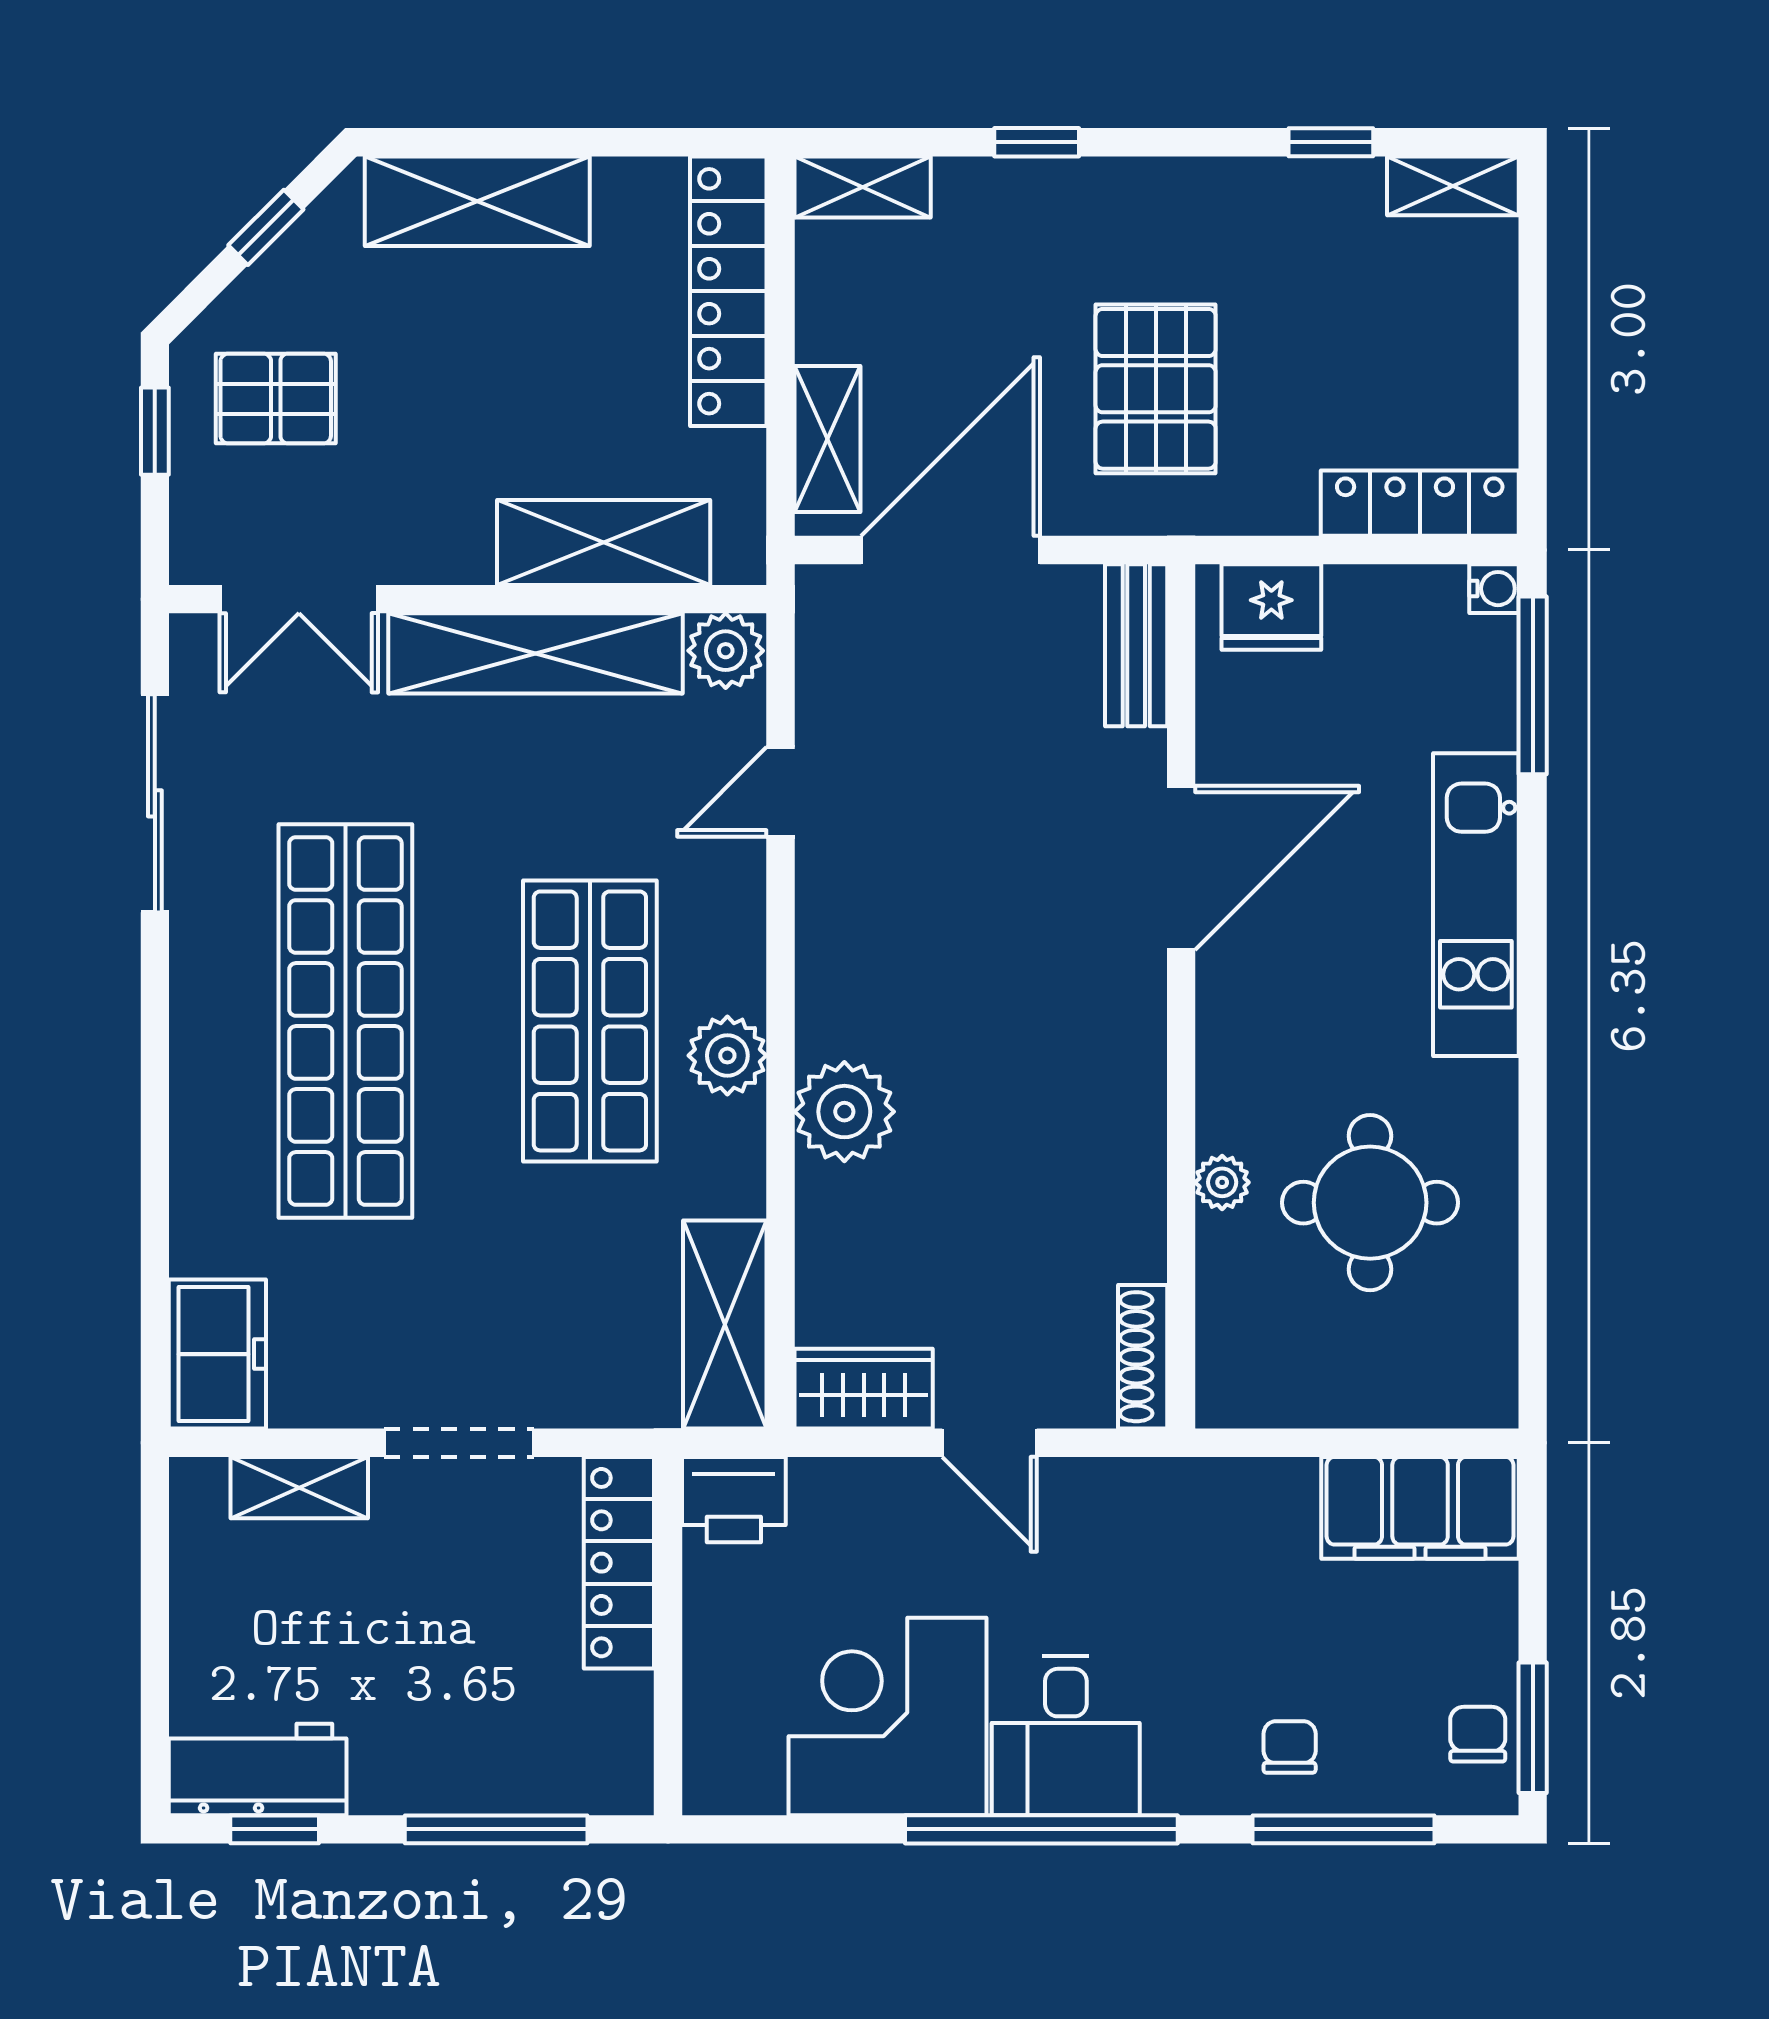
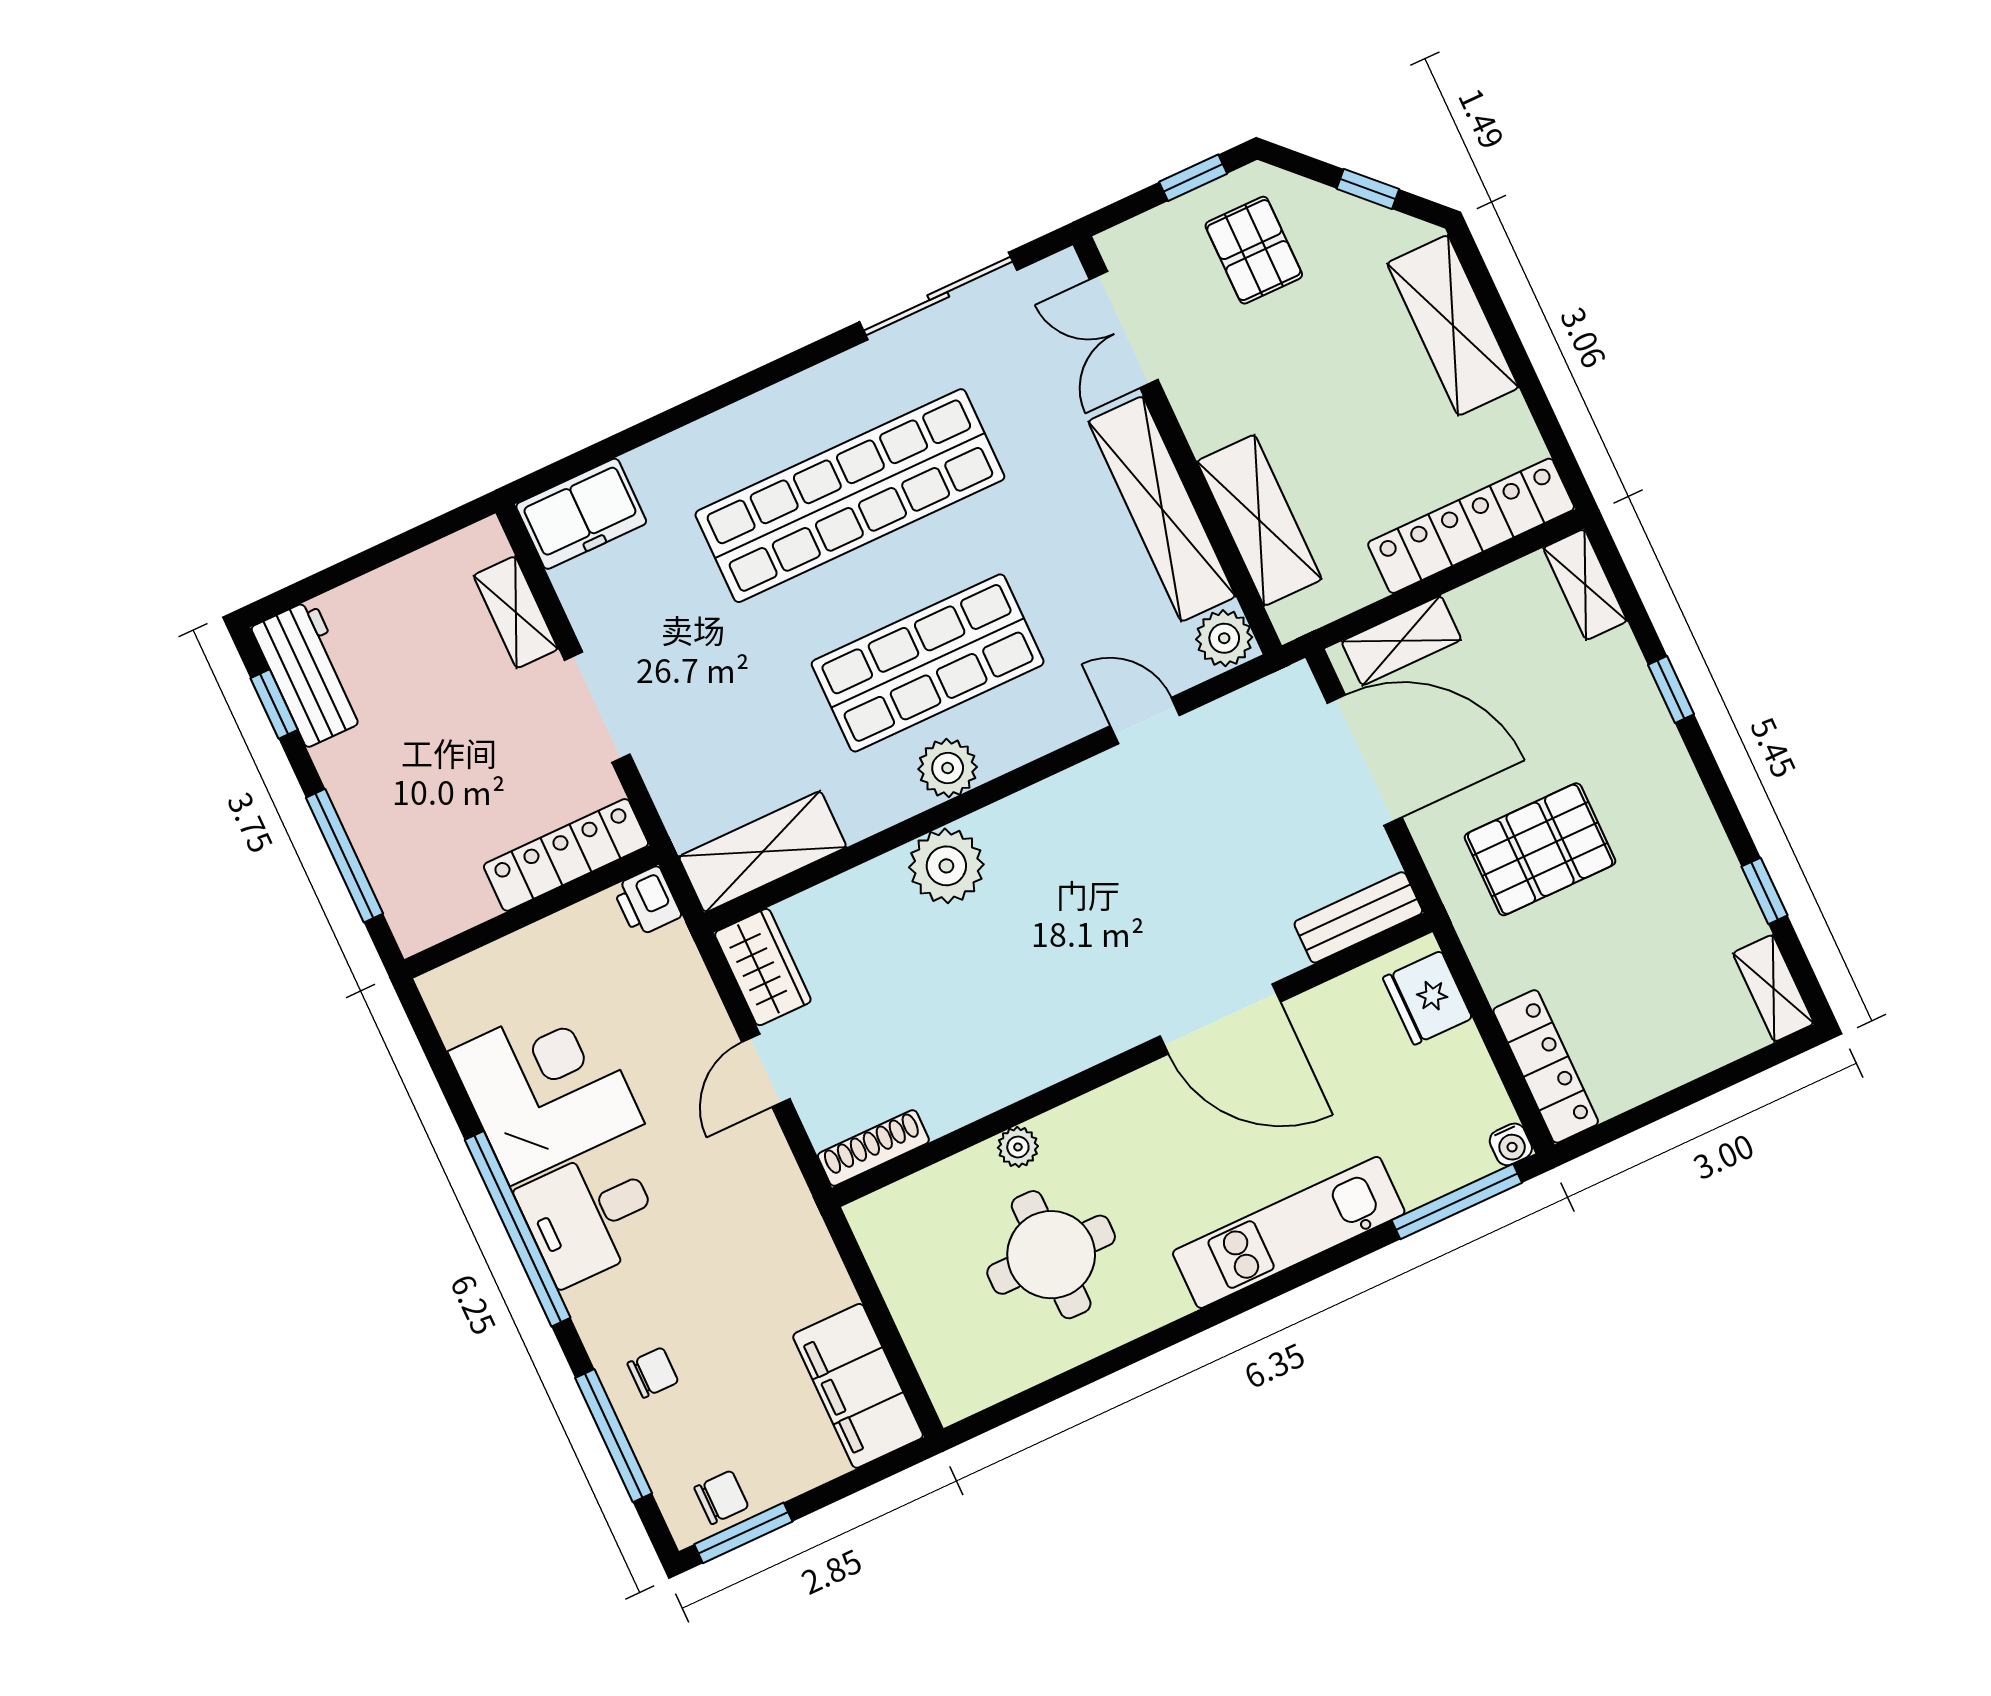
printer: (734, 1500) -> (647, 901), width x0.73, depth x0.81

